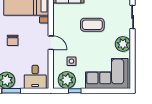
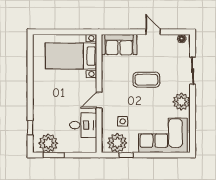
chair: (13, 40) -> (55, 97), removed
door: (51, 43) -> (99, 100), swing flipped
desk: (35, 77) -> (83, 125), moved, turned -90

